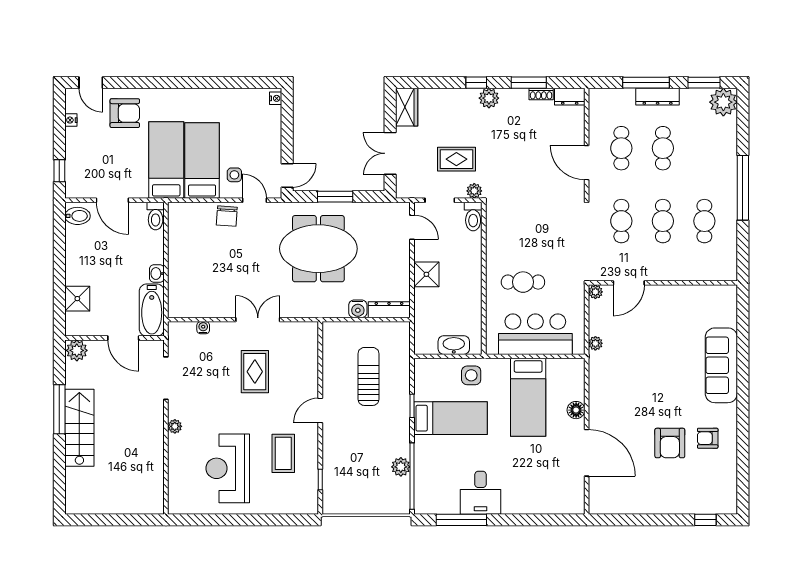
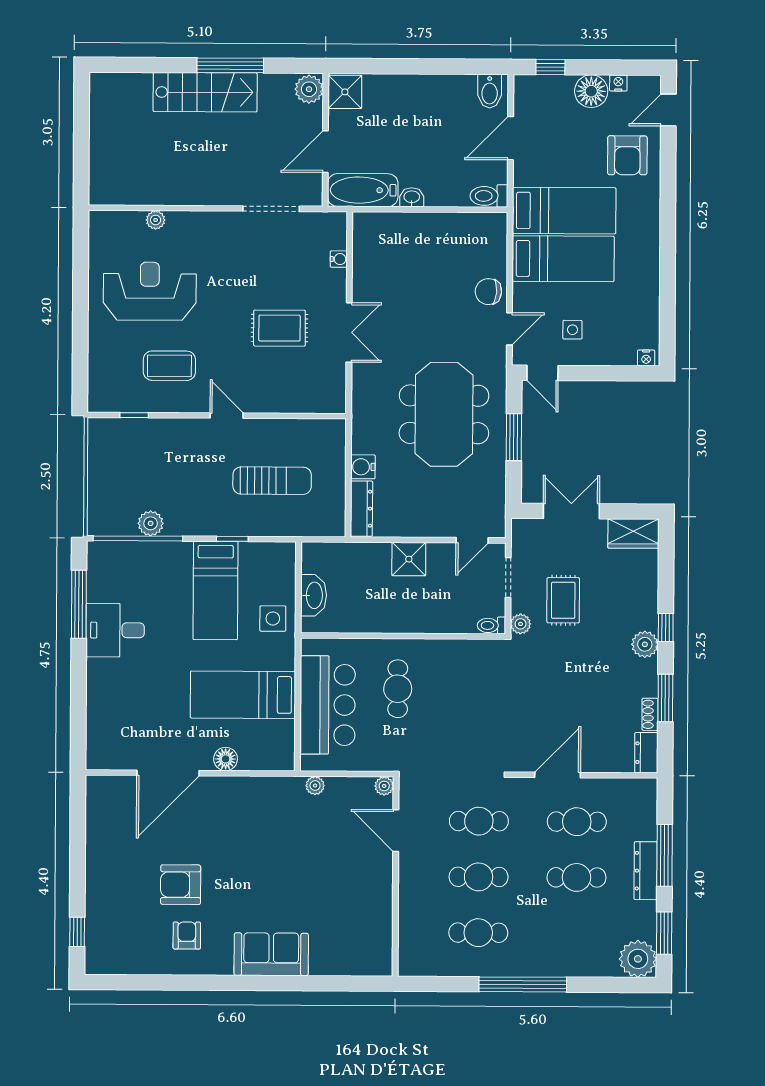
floor lamp: (77, 140) -> (591, 91), added
side table: (234, 175) -> (572, 330), moved
toilet: (473, 217) -> (491, 625), width x0.73, depth x0.72
shower: (77, 299) -> (345, 92), moved
sofa: (721, 365) -> (271, 954), width x0.73
plant: (175, 426) -> (156, 220), moved

